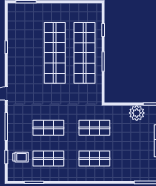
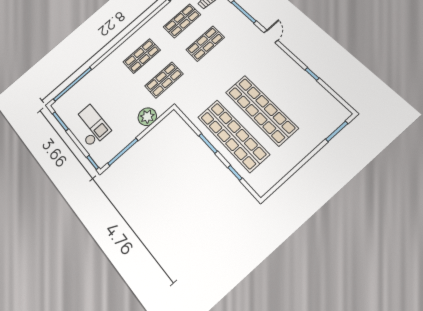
plant: (137, 113) -> (147, 117), moved

